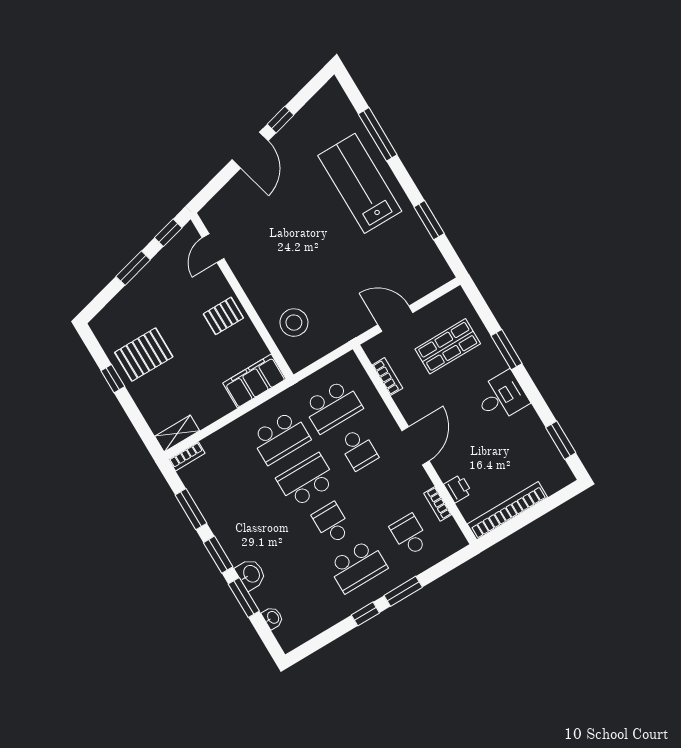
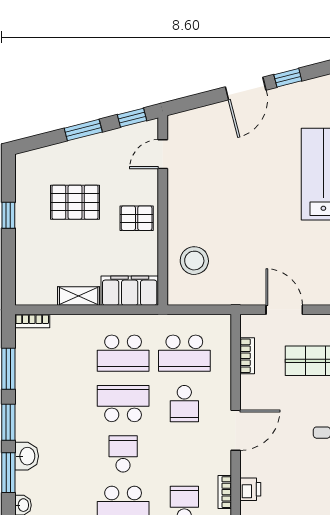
pallet: (144, 355) -> (75, 202), moved
shelving: (177, 433) -> (79, 296), moved

